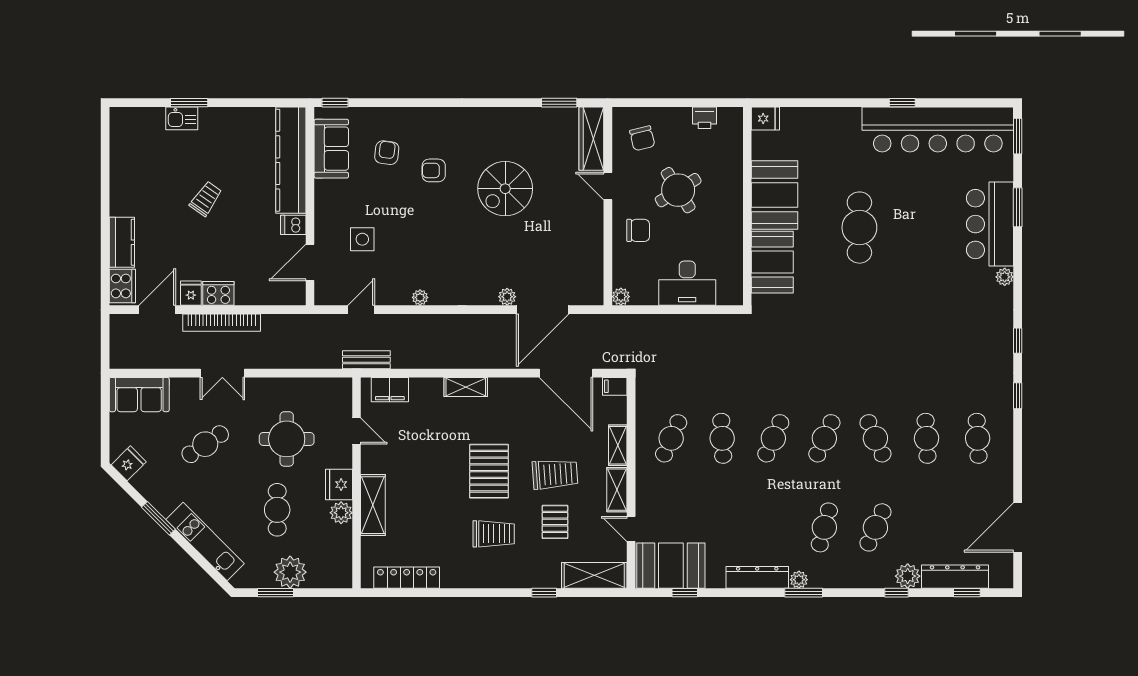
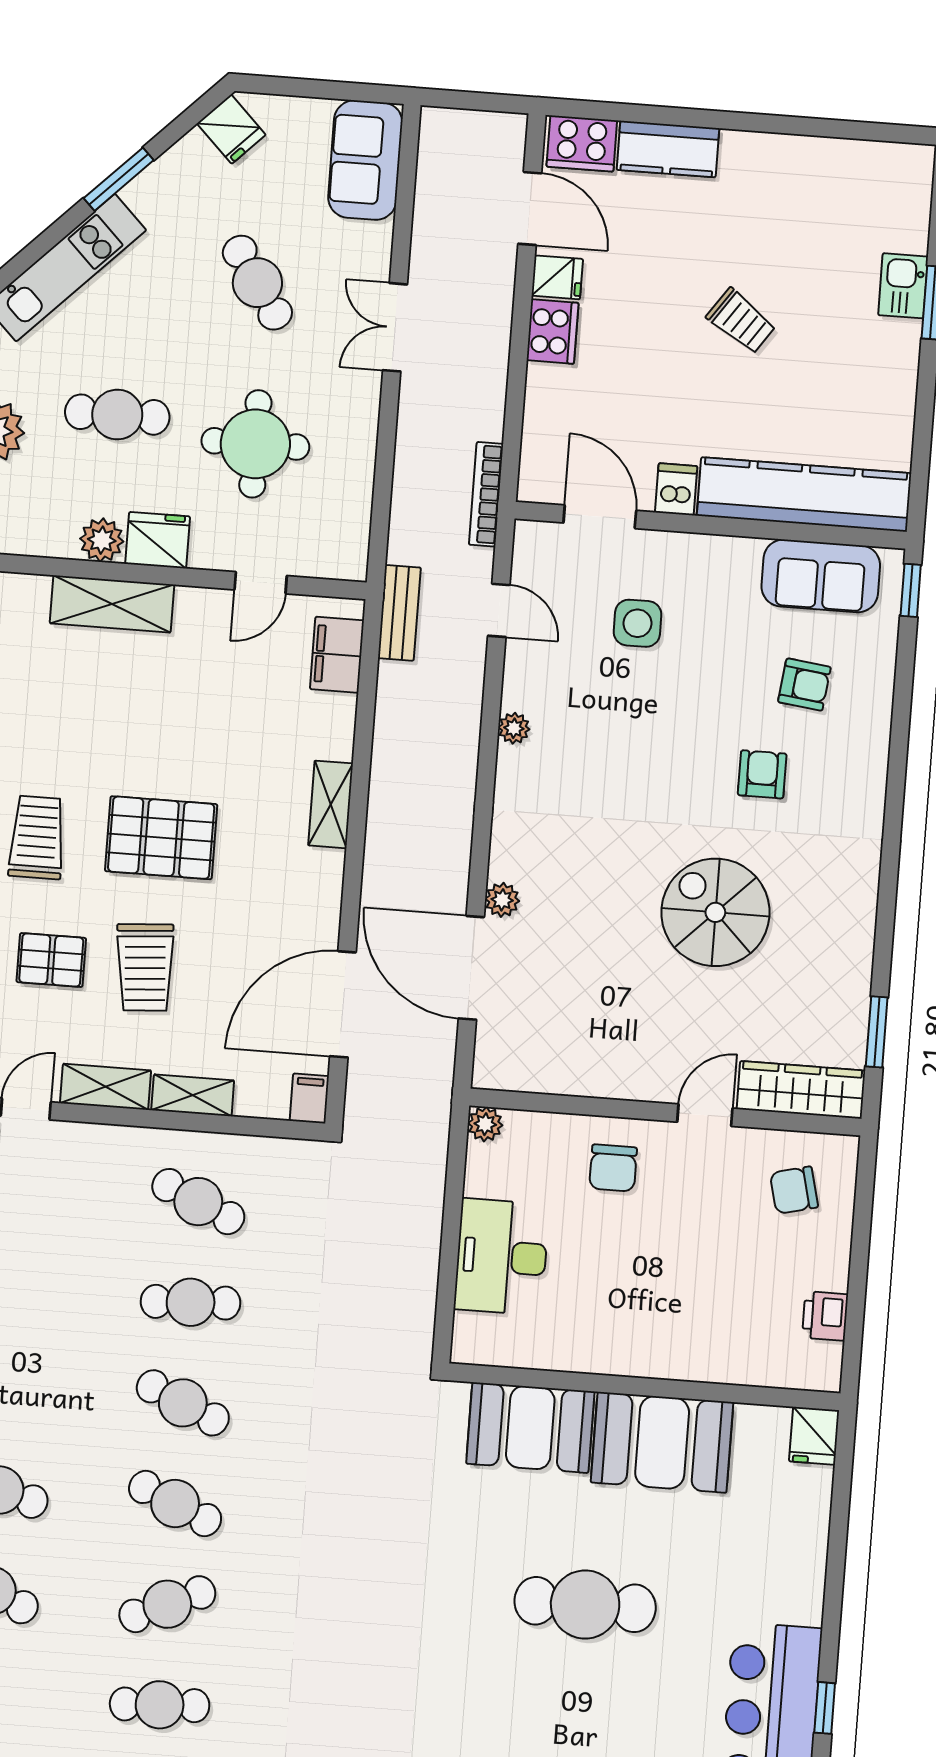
round table: (678, 190) -> (686, 1253), removed
bookcase: (222, 323) -> (486, 494), moved, width x0.68, depth x0.76
trolley: (494, 534) -> (37, 837), turned 180

